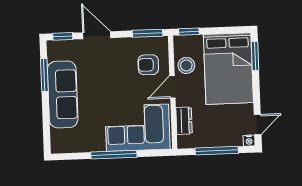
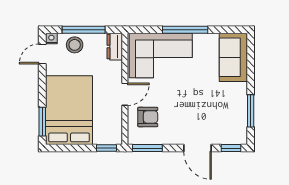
stool: (186, 65) -> (75, 45), moved
sofa: (63, 94) -> (233, 57), moved, width x0.73
dresser: (184, 121) -> (115, 47), moved

